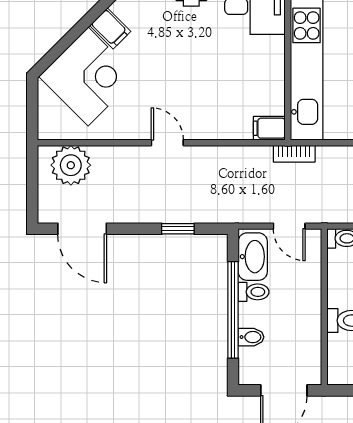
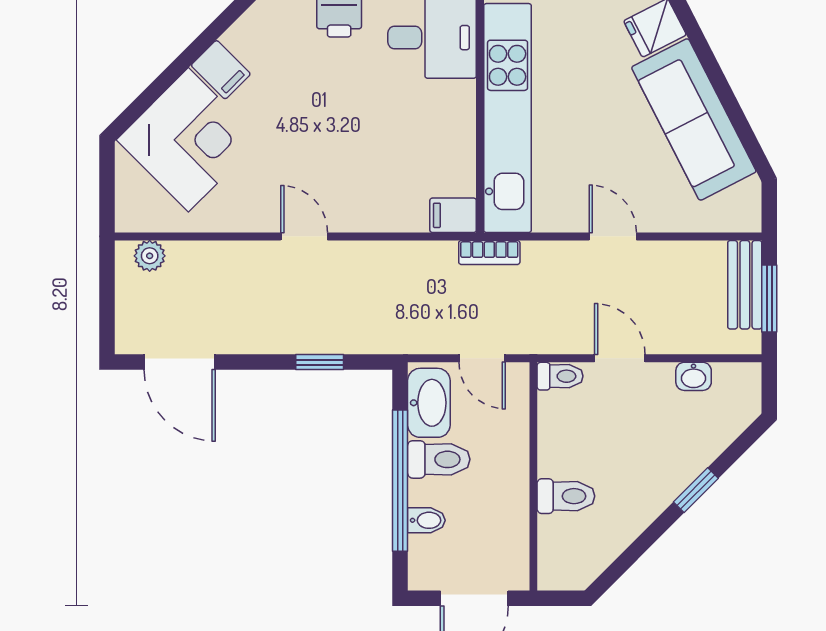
plant: (71, 165) -> (150, 256), width x0.53, depth x0.53
toilet: (254, 292) -> (439, 459), width x1.37, depth x1.39

